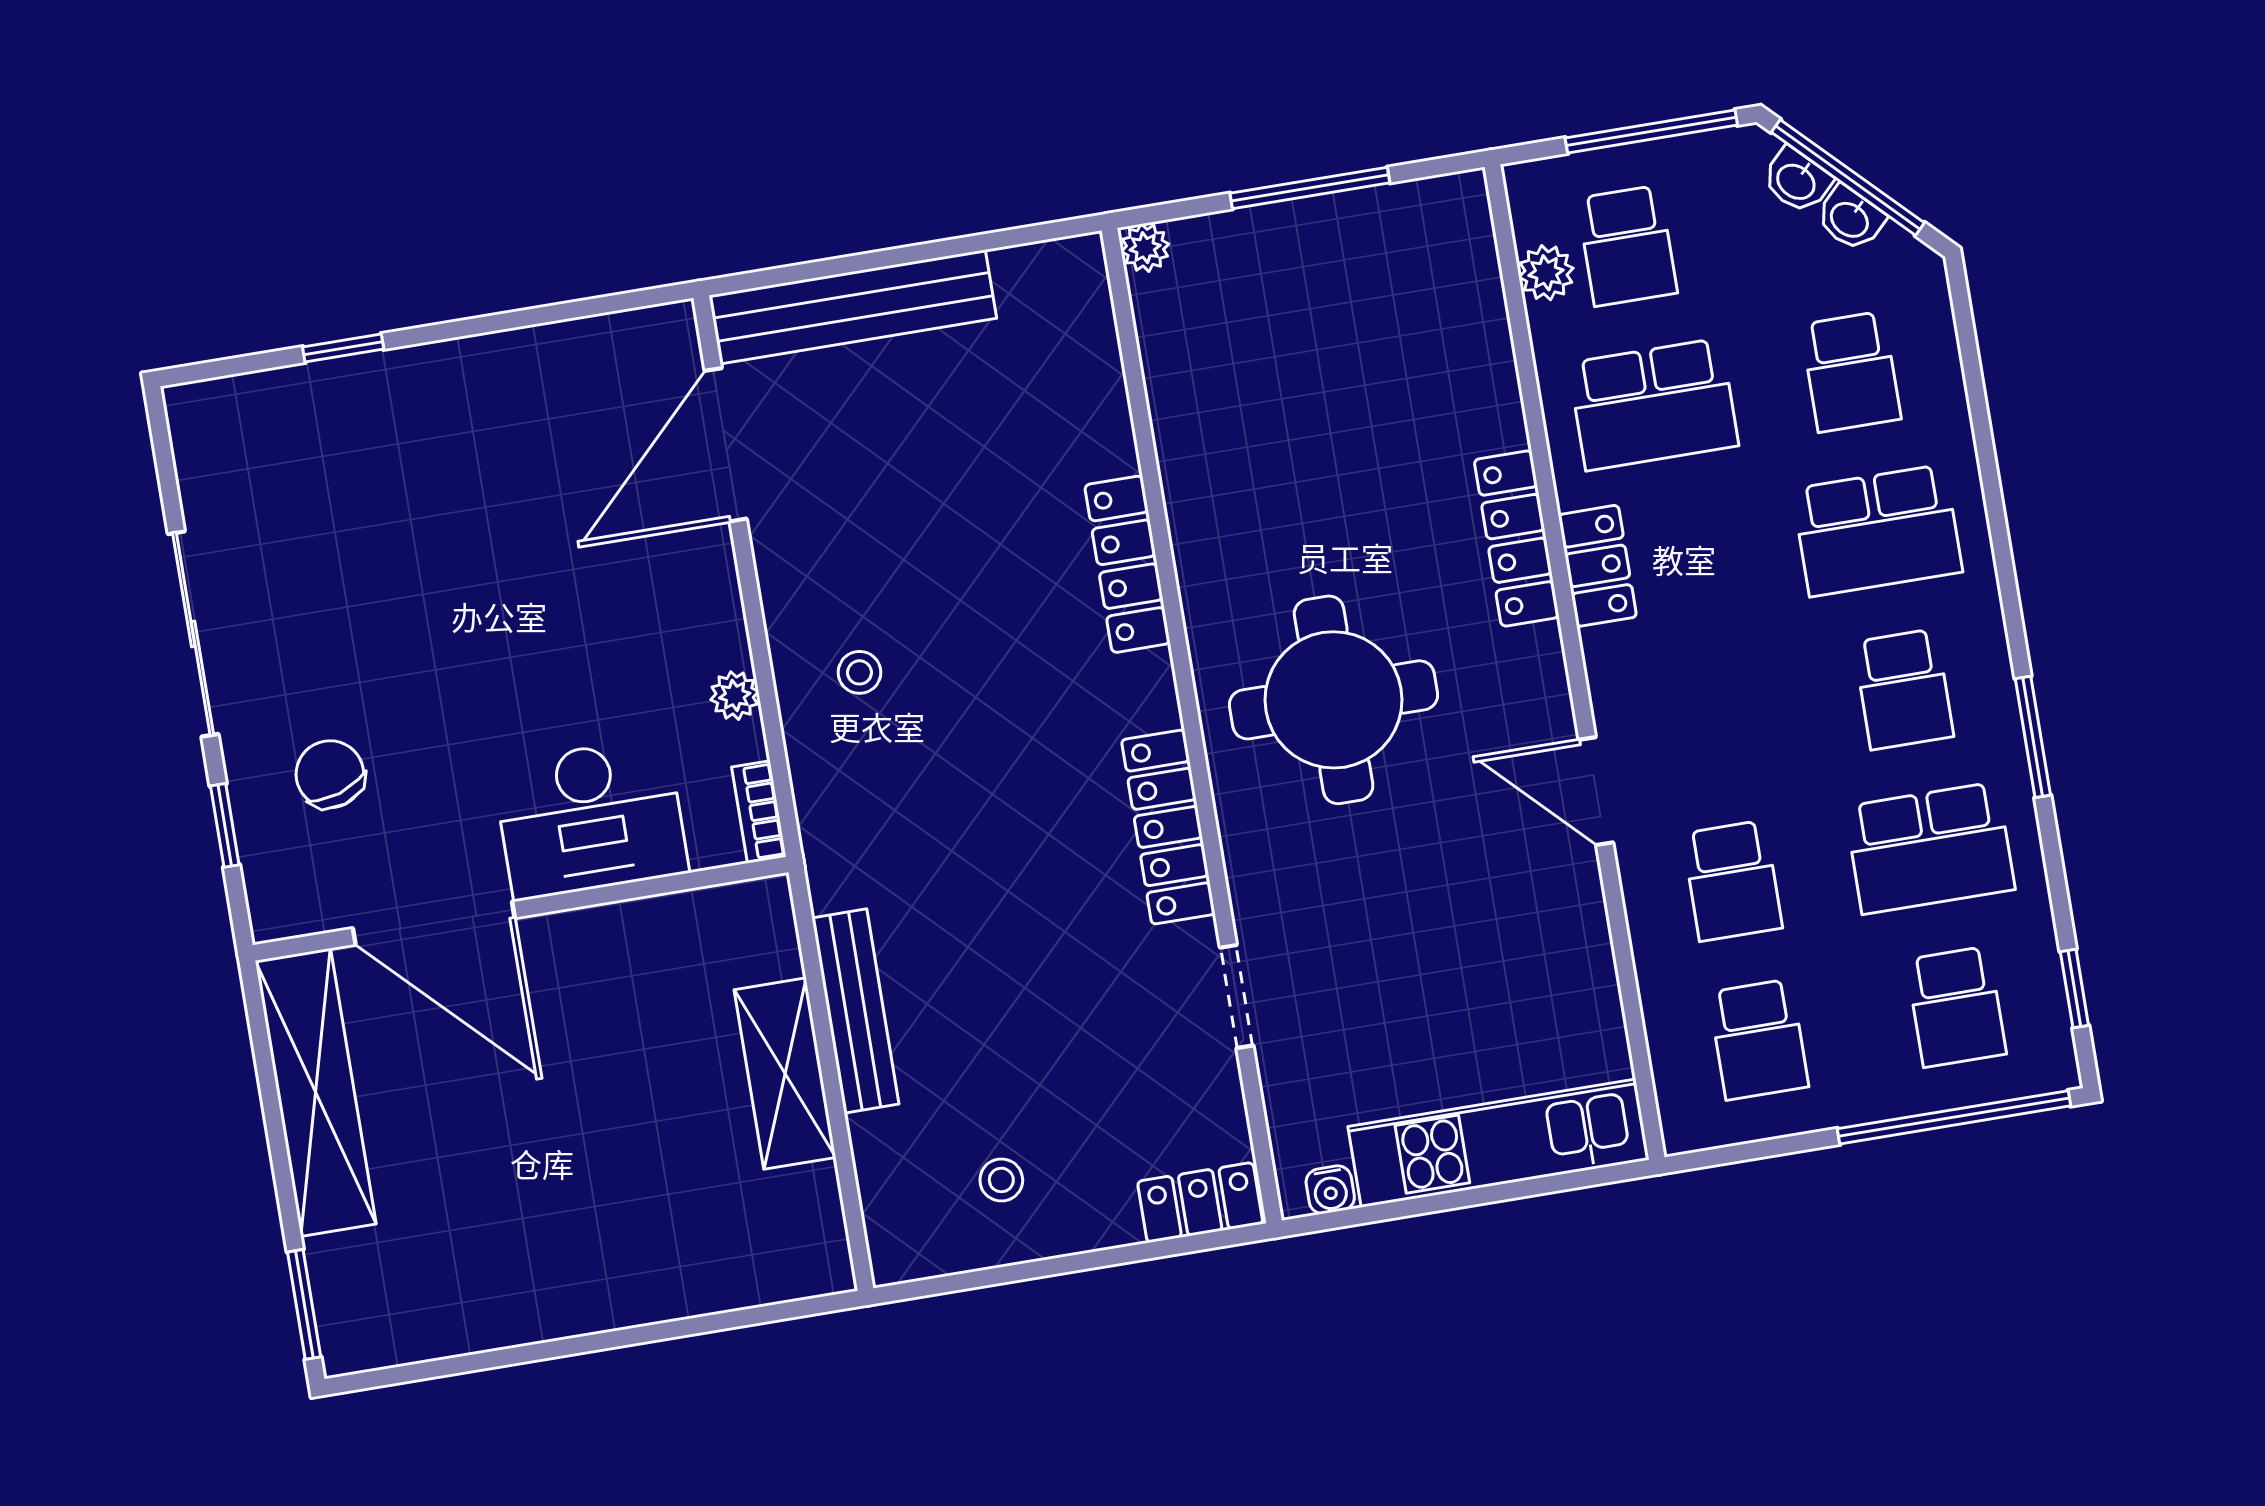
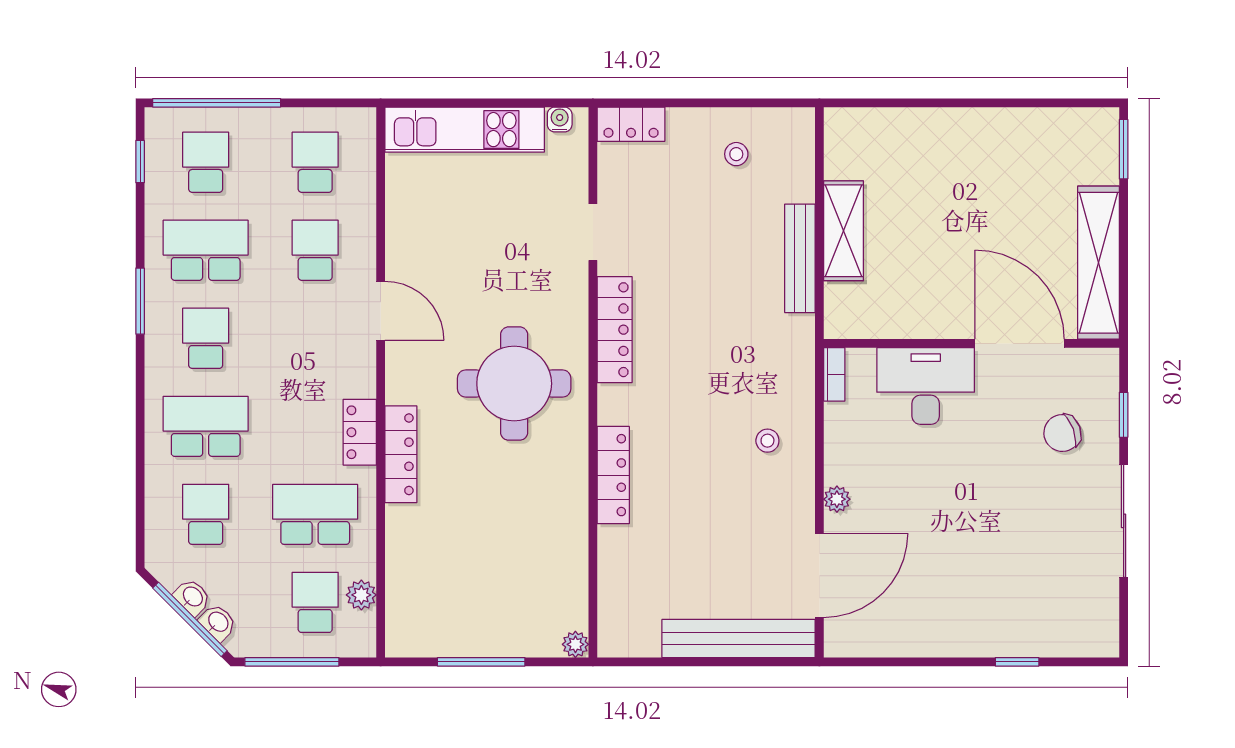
plant: (735, 696) -> (837, 499), moved
chair: (330, 774) -> (1062, 433), turned 88

